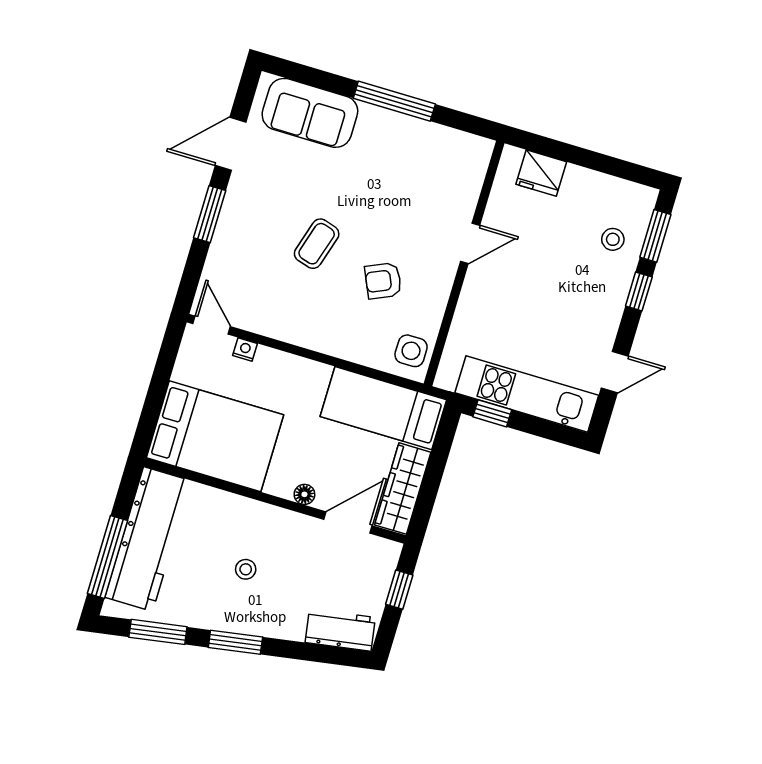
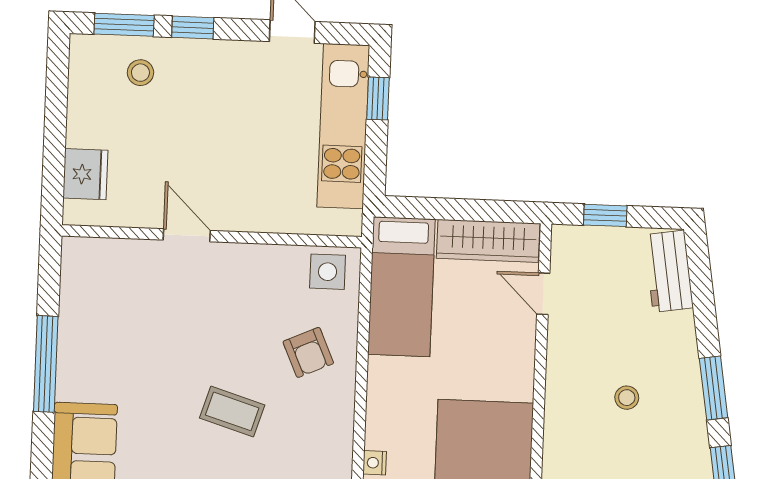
armchair: (383, 281) -> (308, 352), moved
window: (492, 413) -> (378, 98), moved
floor lamp: (304, 494) -> (524, 352), removed
door: (348, 523) -> (543, 294), width x0.73

